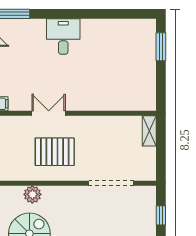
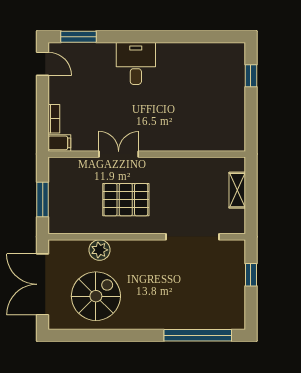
window: (161, 47) -> (251, 76), width x0.67
shelving: (149, 131) -> (237, 190), moved

